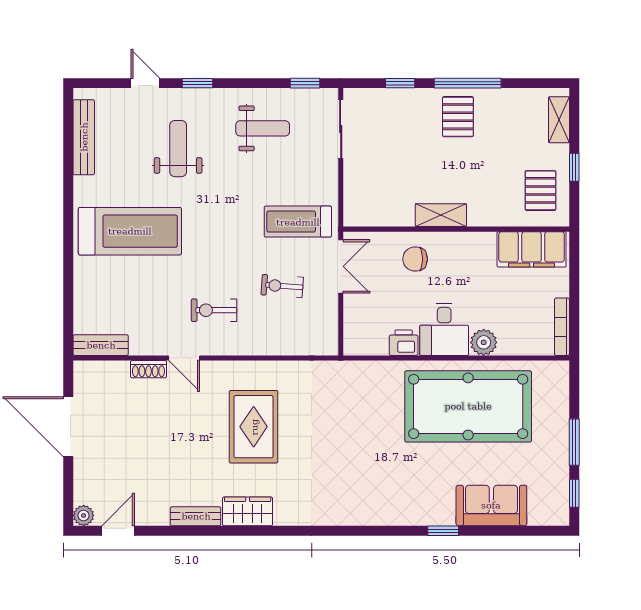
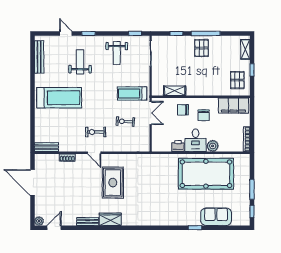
weight bench: (263, 128) -> (117, 53), turned 90
shelving: (441, 215) -> (175, 91), moved
chair: (463, 272) -> (204, 115), added
door: (184, 358) -> (94, 153), moved

